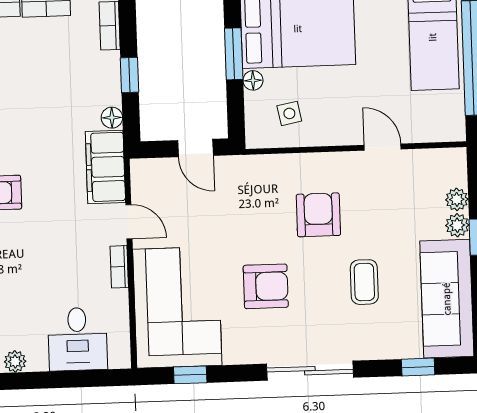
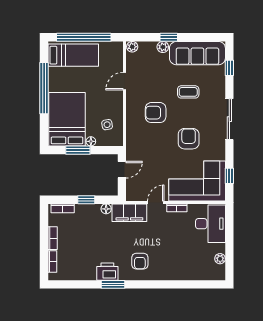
plant: (457, 199) -> (132, 47), moved
desk: (77, 339) -> (210, 224), width x1.37

